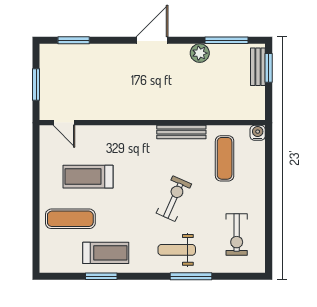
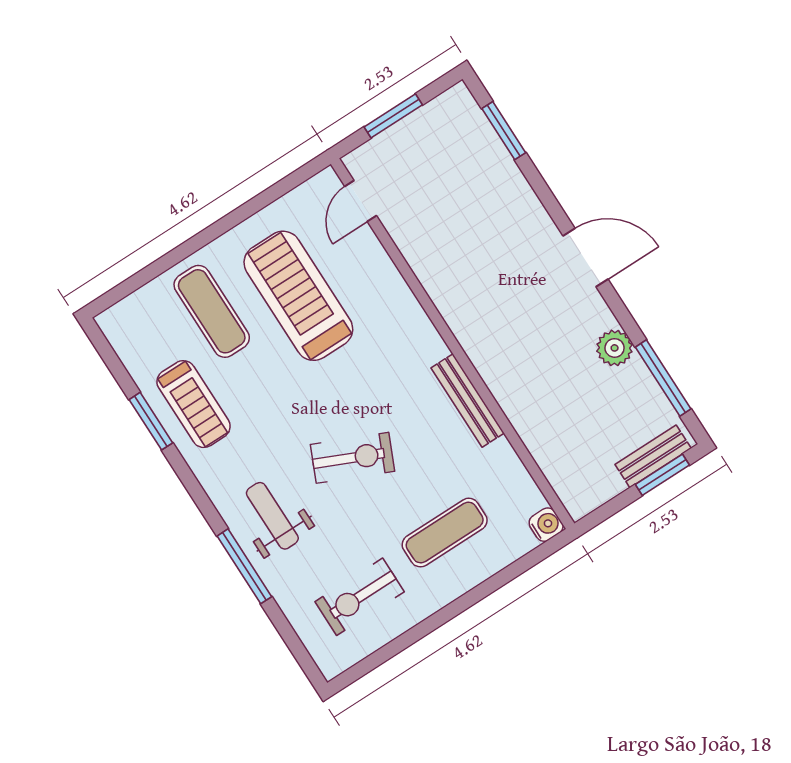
exercise mat: (225, 158) -> (445, 533), moved
treadmill: (88, 177) -> (298, 296), width x1.37, depth x1.38

